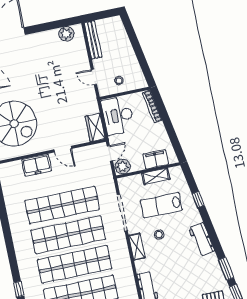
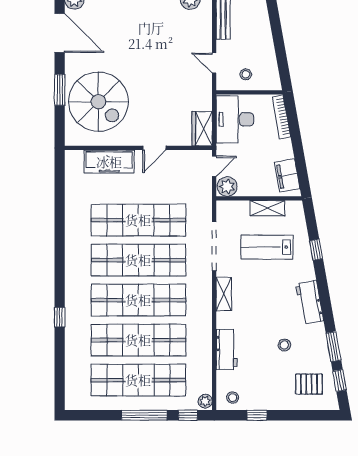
door: (63, 149) -> (154, 148), hinge flipped
filing cabinet: (156, 159) -> (287, 175), moved, turned -100
freezer: (37, 165) -> (109, 162), width x1.40
stool: (159, 235) -> (284, 345), moved

